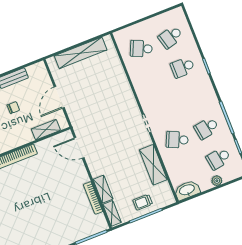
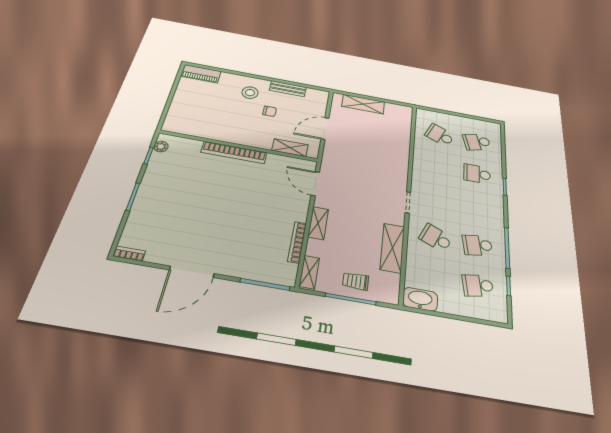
shelving: (81, 53) -> (363, 104), width x0.68
plant: (217, 181) -> (464, 310), removed
shelving: (103, 189) -> (318, 223), moved

